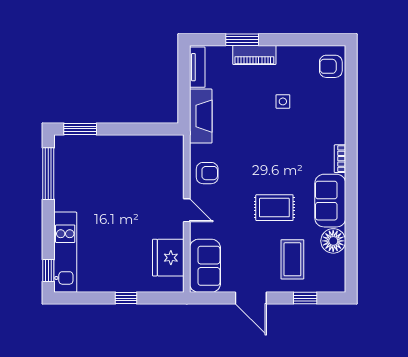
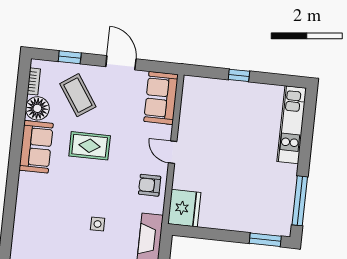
side table: (283, 101) -> (98, 224), moved
bookcase: (340, 159) -> (34, 81), moved
fridge: (168, 258) -> (184, 208), moved
coffee table: (292, 259) -> (78, 95), turned -34
window: (48, 271) -> (310, 109), removed

